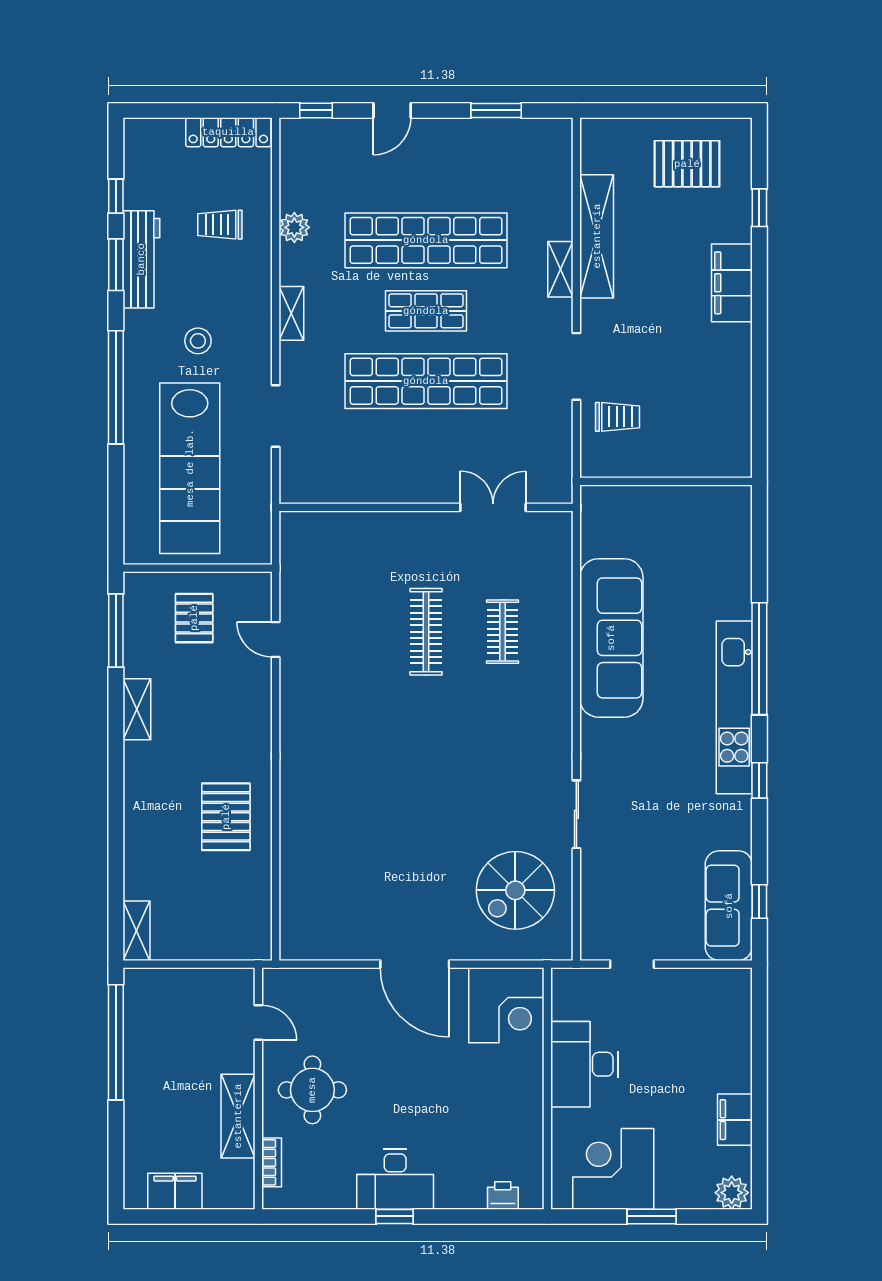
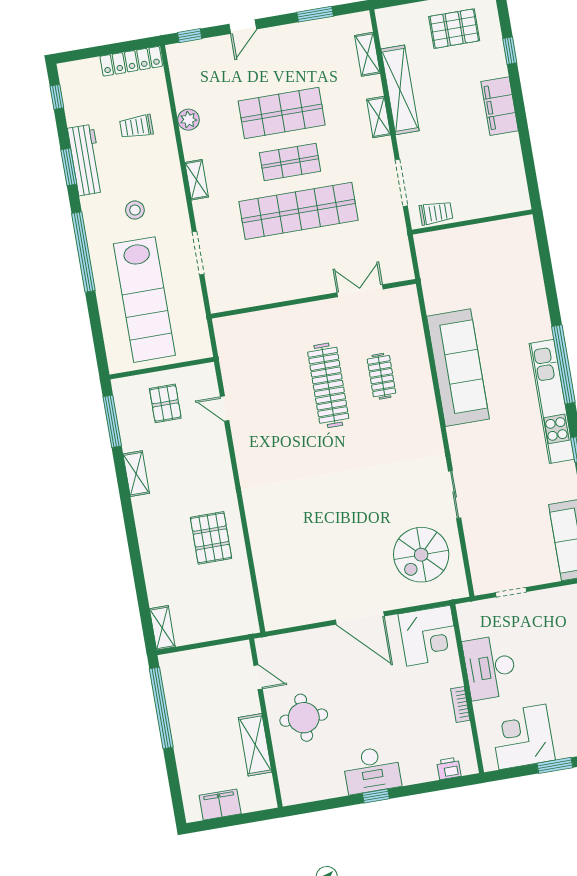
shelving: (560, 179) -> (367, 54), added
window: (116, 196) -> (57, 97), moved
shop shelf: (426, 240) -> (282, 113), width x0.71
wall: (666, 481) -> (472, 222), moved
clothes rail: (426, 632) -> (328, 385), width x1.37, depth x1.31
bookcase: (272, 1162) -> (460, 704), moved, turned 180

